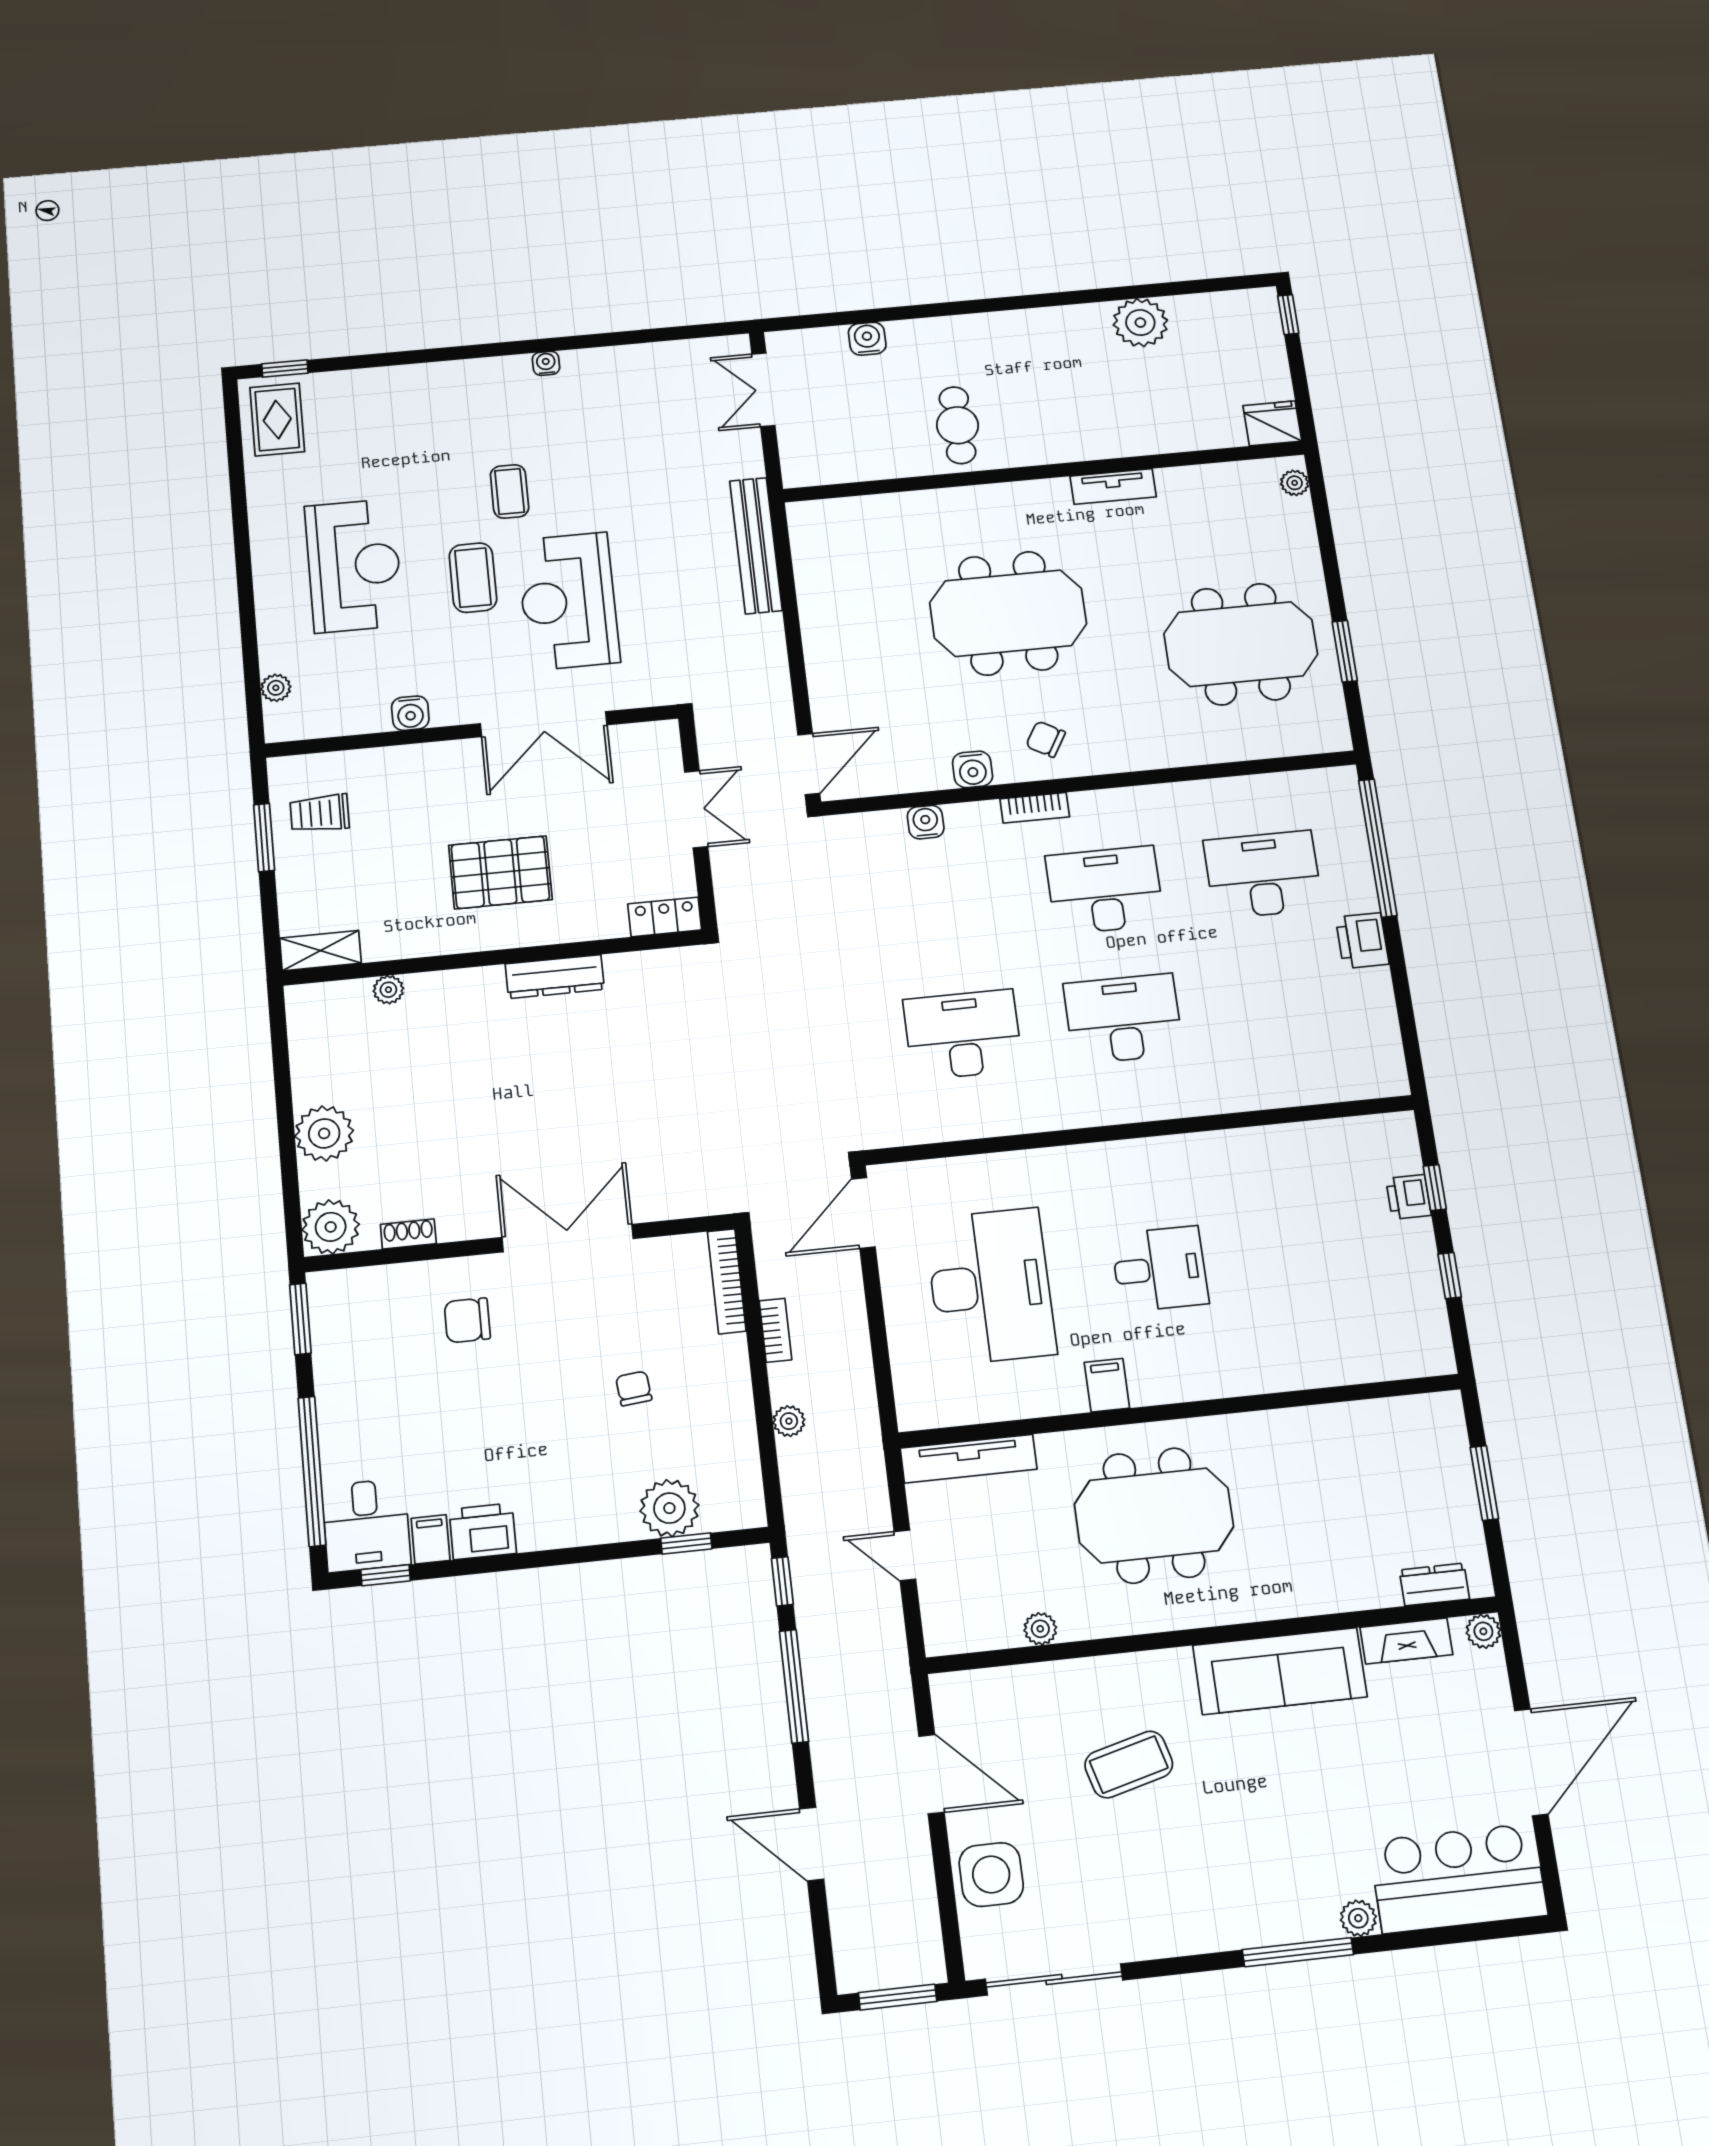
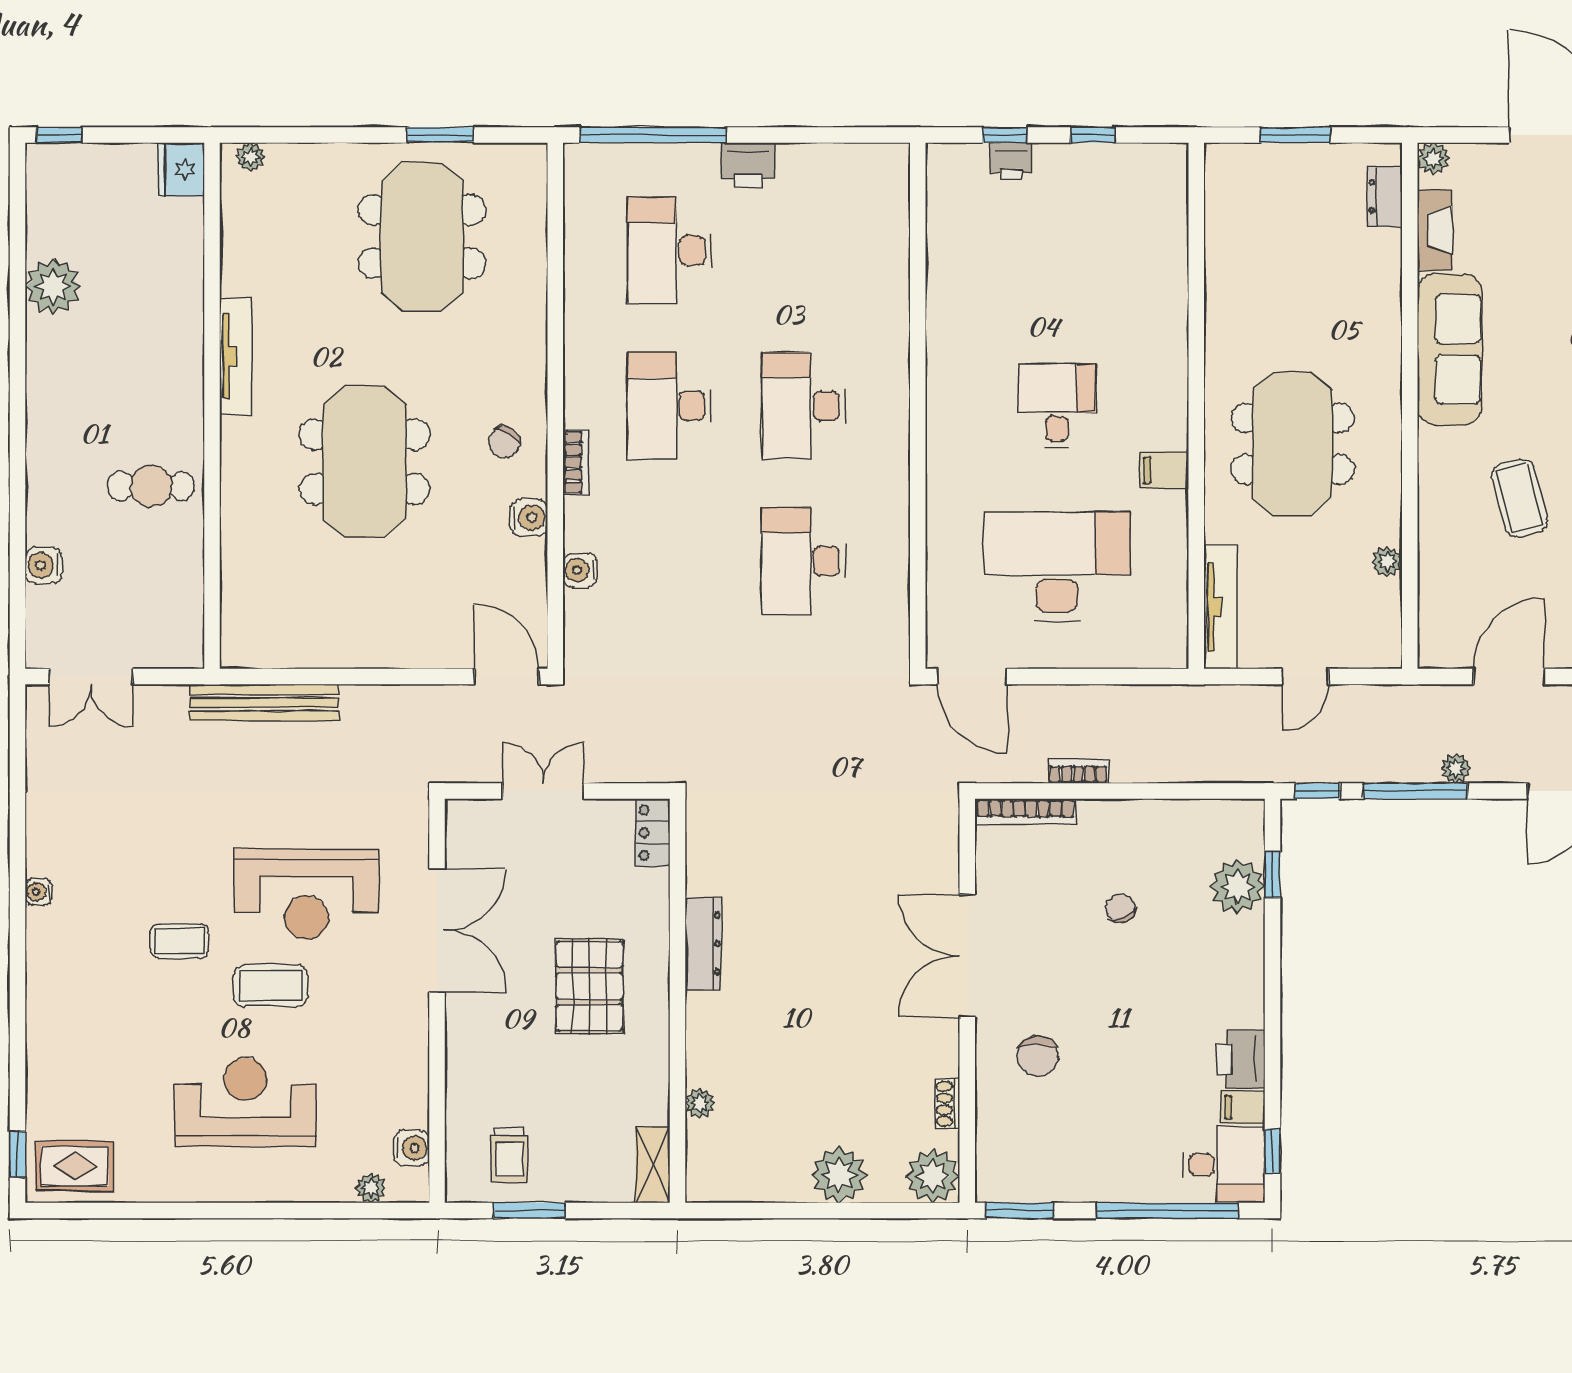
tv unit: (1113, 486) -> (236, 356), width x1.41
water cooler: (410, 713) -> (412, 1148), moved
chair: (634, 1388) -> (1120, 908), turned 73
plant: (789, 1421) -> (1456, 768), moved

